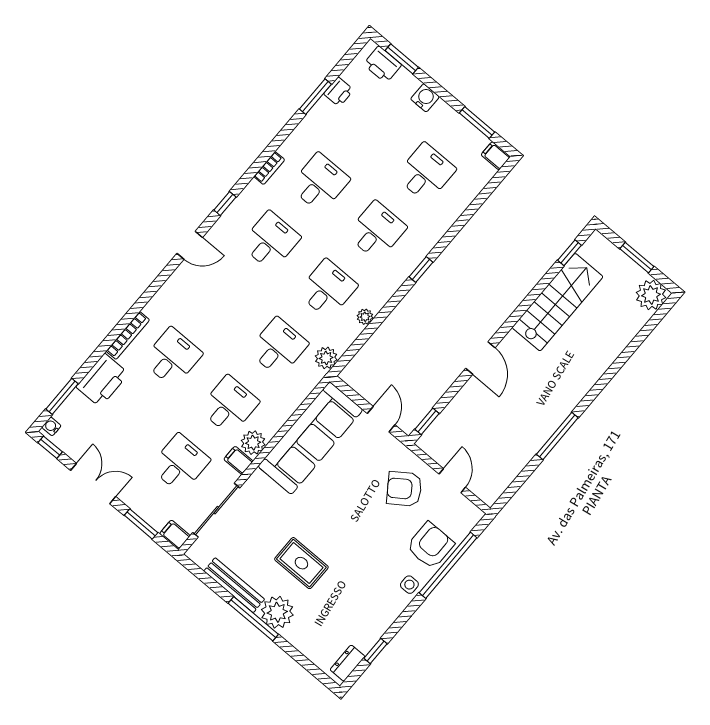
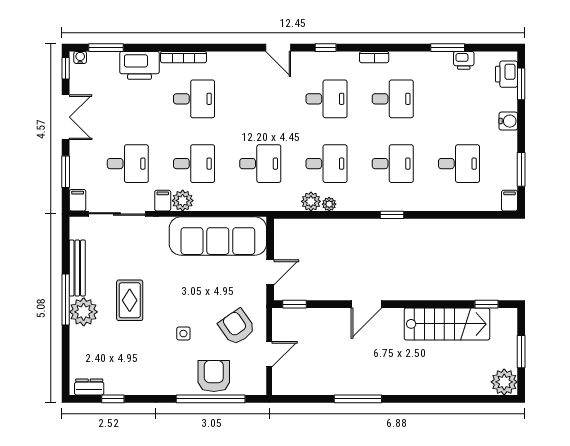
plant: (326, 358) -> (311, 201), moved
armchair: (430, 545) -> (214, 376), turned -90
side table: (409, 585) -> (183, 334), moved

